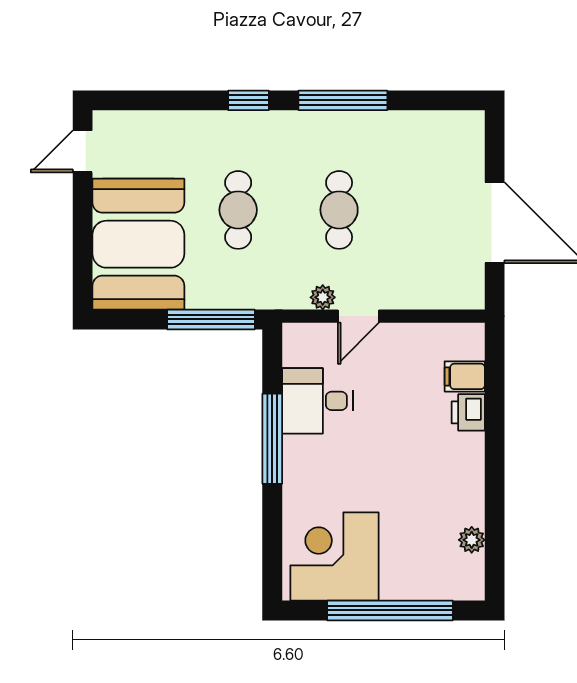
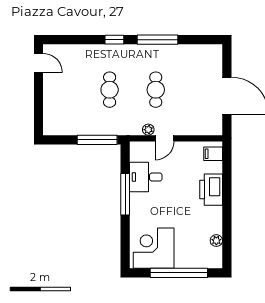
door: (83, 151) -> (38, 63), swing flipped
booth: (138, 244) -> (64, 105), removed
filing cabinet: (465, 376) -> (213, 154), moved
printer: (468, 412) -> (211, 190), width x1.87, depth x1.48

